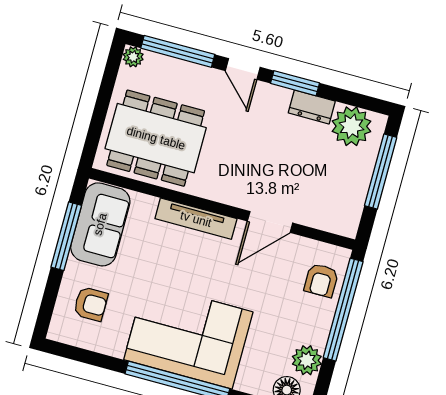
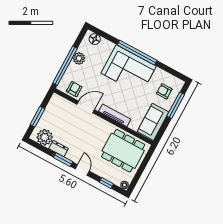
window: (178, 51) -> (106, 183), width x0.46
window: (381, 172) -> (37, 117), width x0.69
window: (66, 236) -> (176, 105), moved
armchair: (321, 280) -> (74, 89), moved
plant: (307, 360) -> (79, 58), moved

